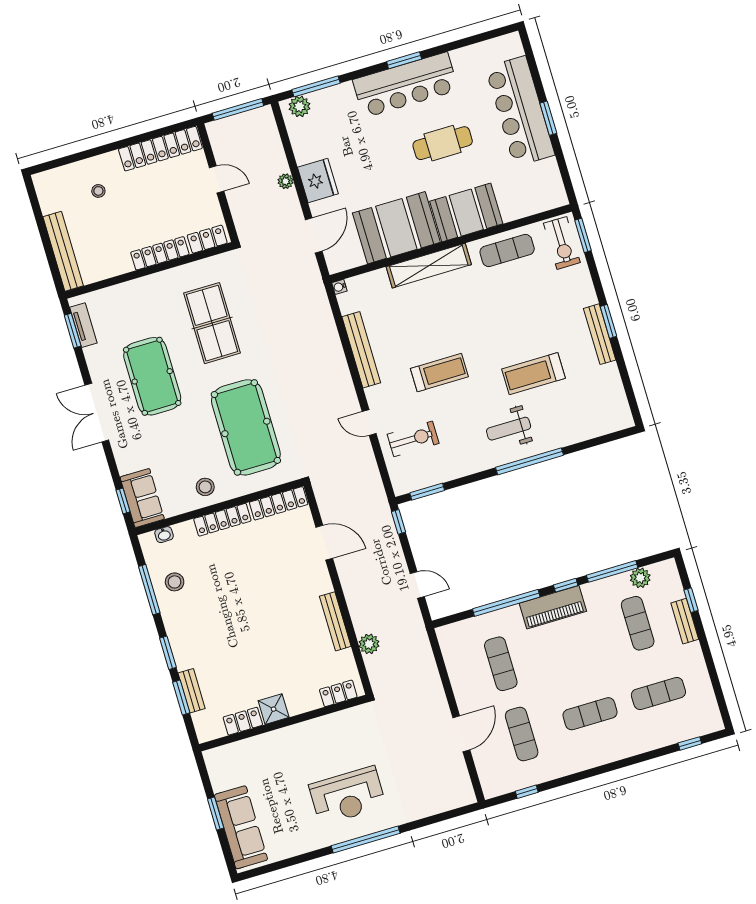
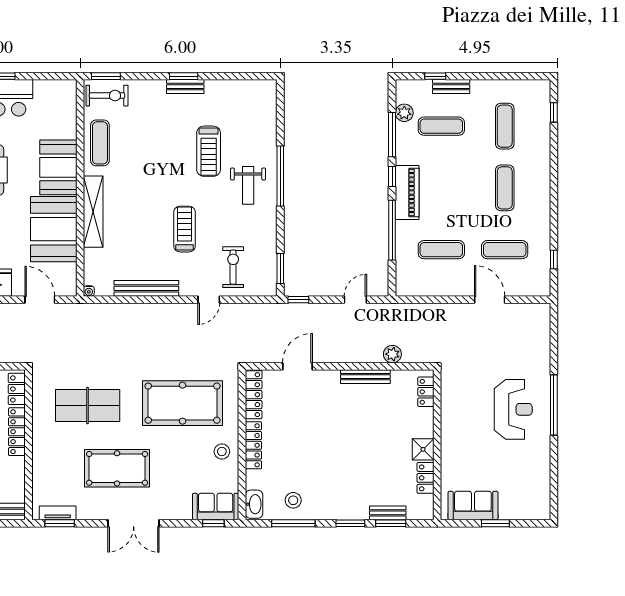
bench: (600, 334) -> (185, 87), width x0.73
washbasin: (164, 535) -> (254, 504), width x1.91, depth x1.45
sofa: (241, 827) -> (473, 506), moved, width x0.73

